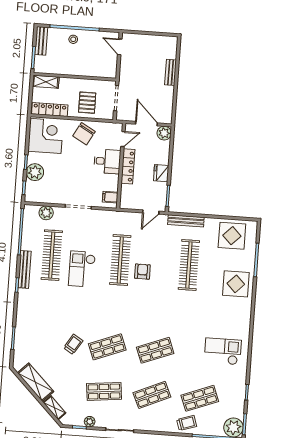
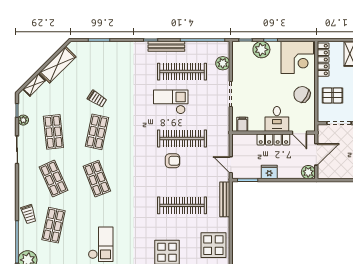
shop shelf: (107, 347) -> (97, 132), turned 33
shop shelf: (200, 398) -> (53, 225), turned 33

